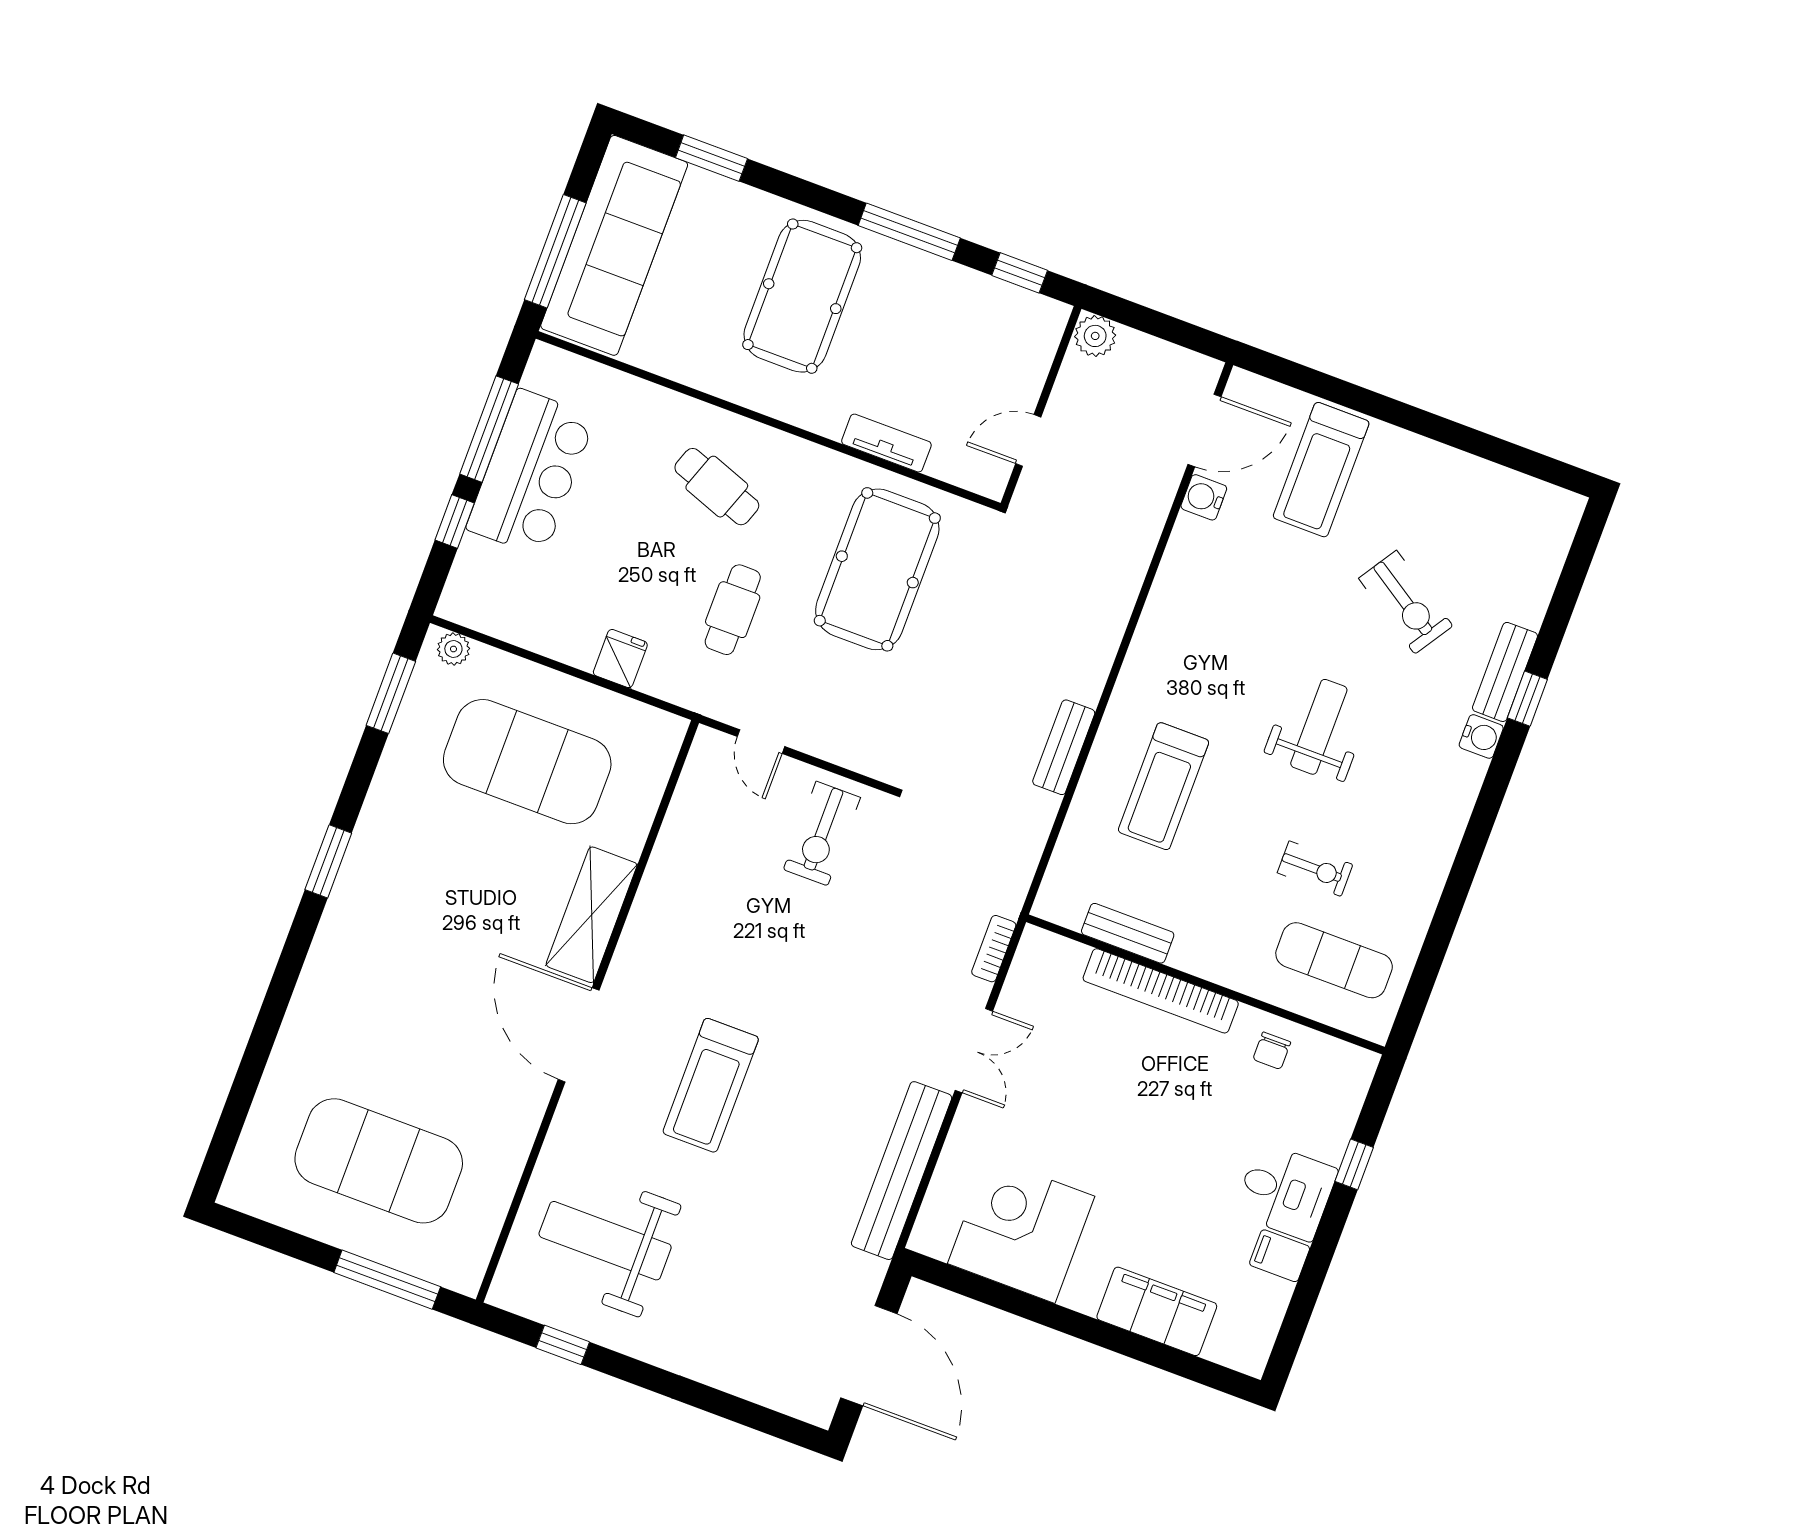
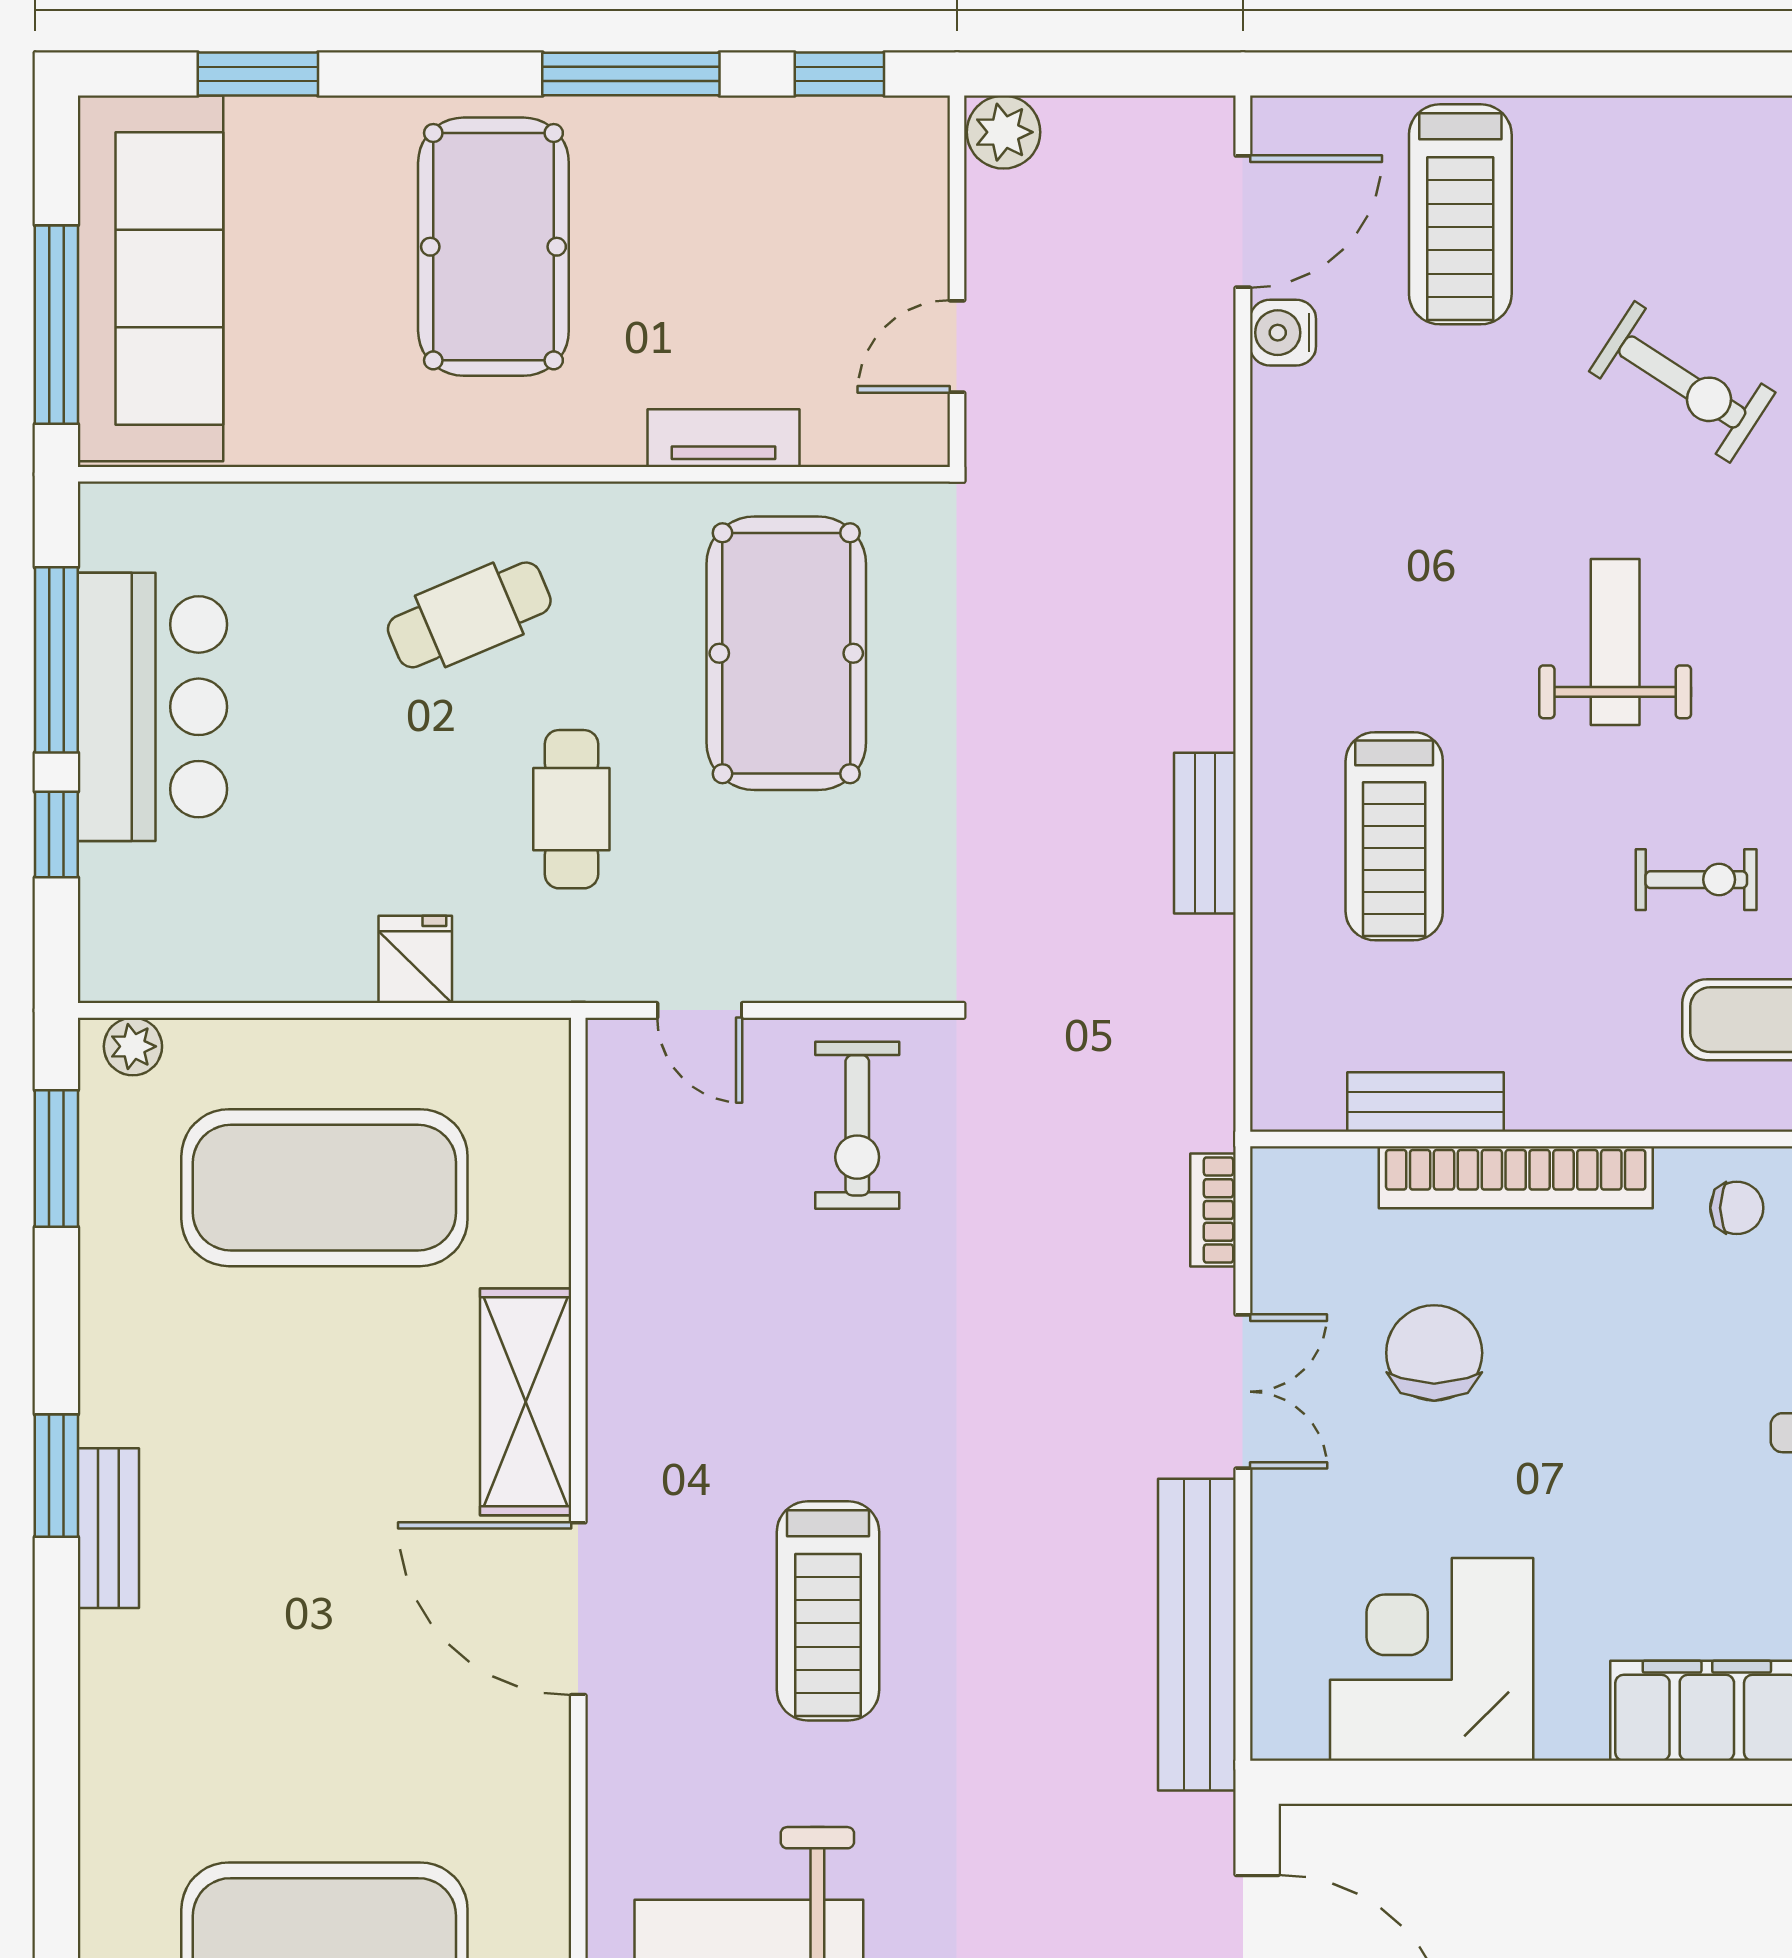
cafe table: (717, 487) -> (469, 615), turned -43
bench: (346, 900) -> (108, 1528), added
chair: (1272, 1051) -> (1737, 1208), turned -90
chair: (1083, 1068) -> (1434, 1353), added

